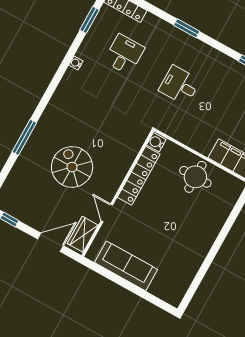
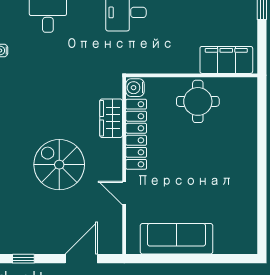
wardrobe: (83, 234) -> (111, 118), moved

